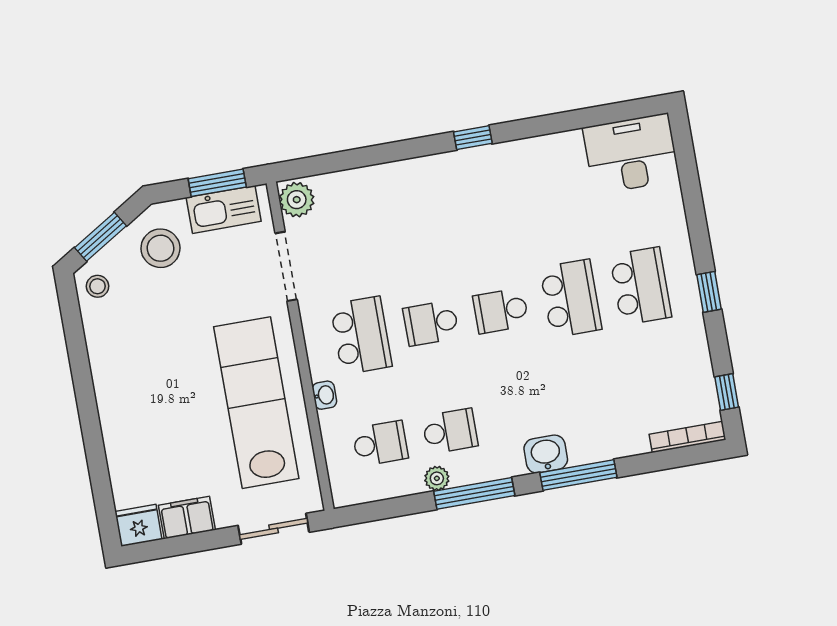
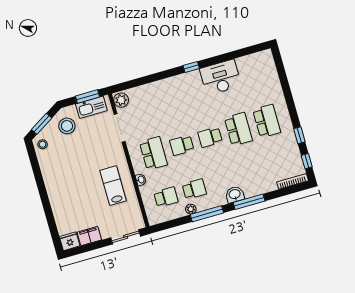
desk: (631, 154) -> (220, 77), moved
window: (709, 292) -> (299, 135), moved
lab bench: (256, 403) -> (113, 186), width x0.54, depth x0.72

